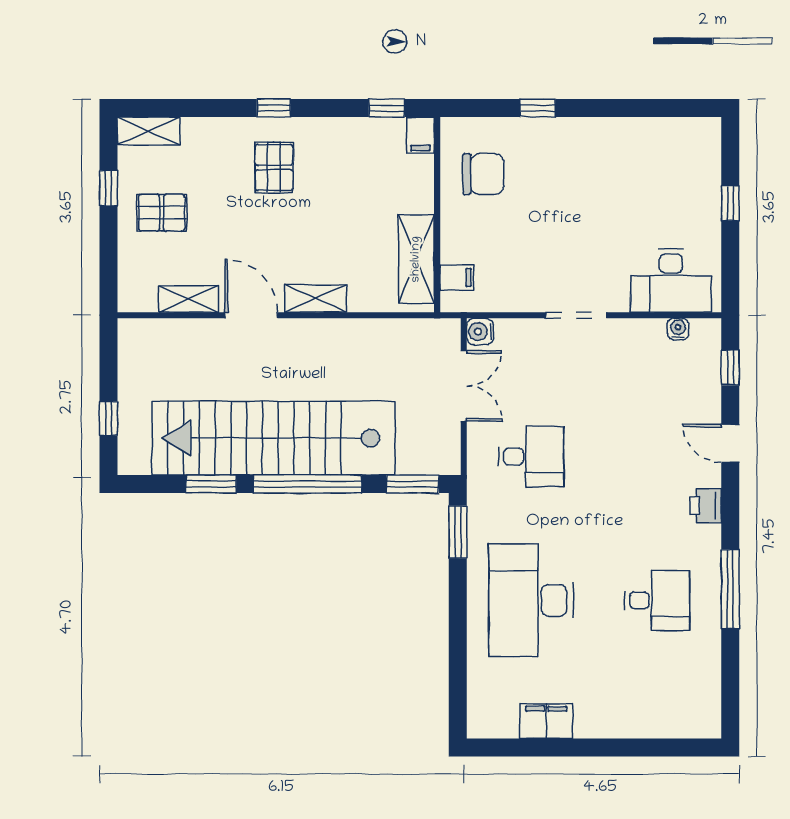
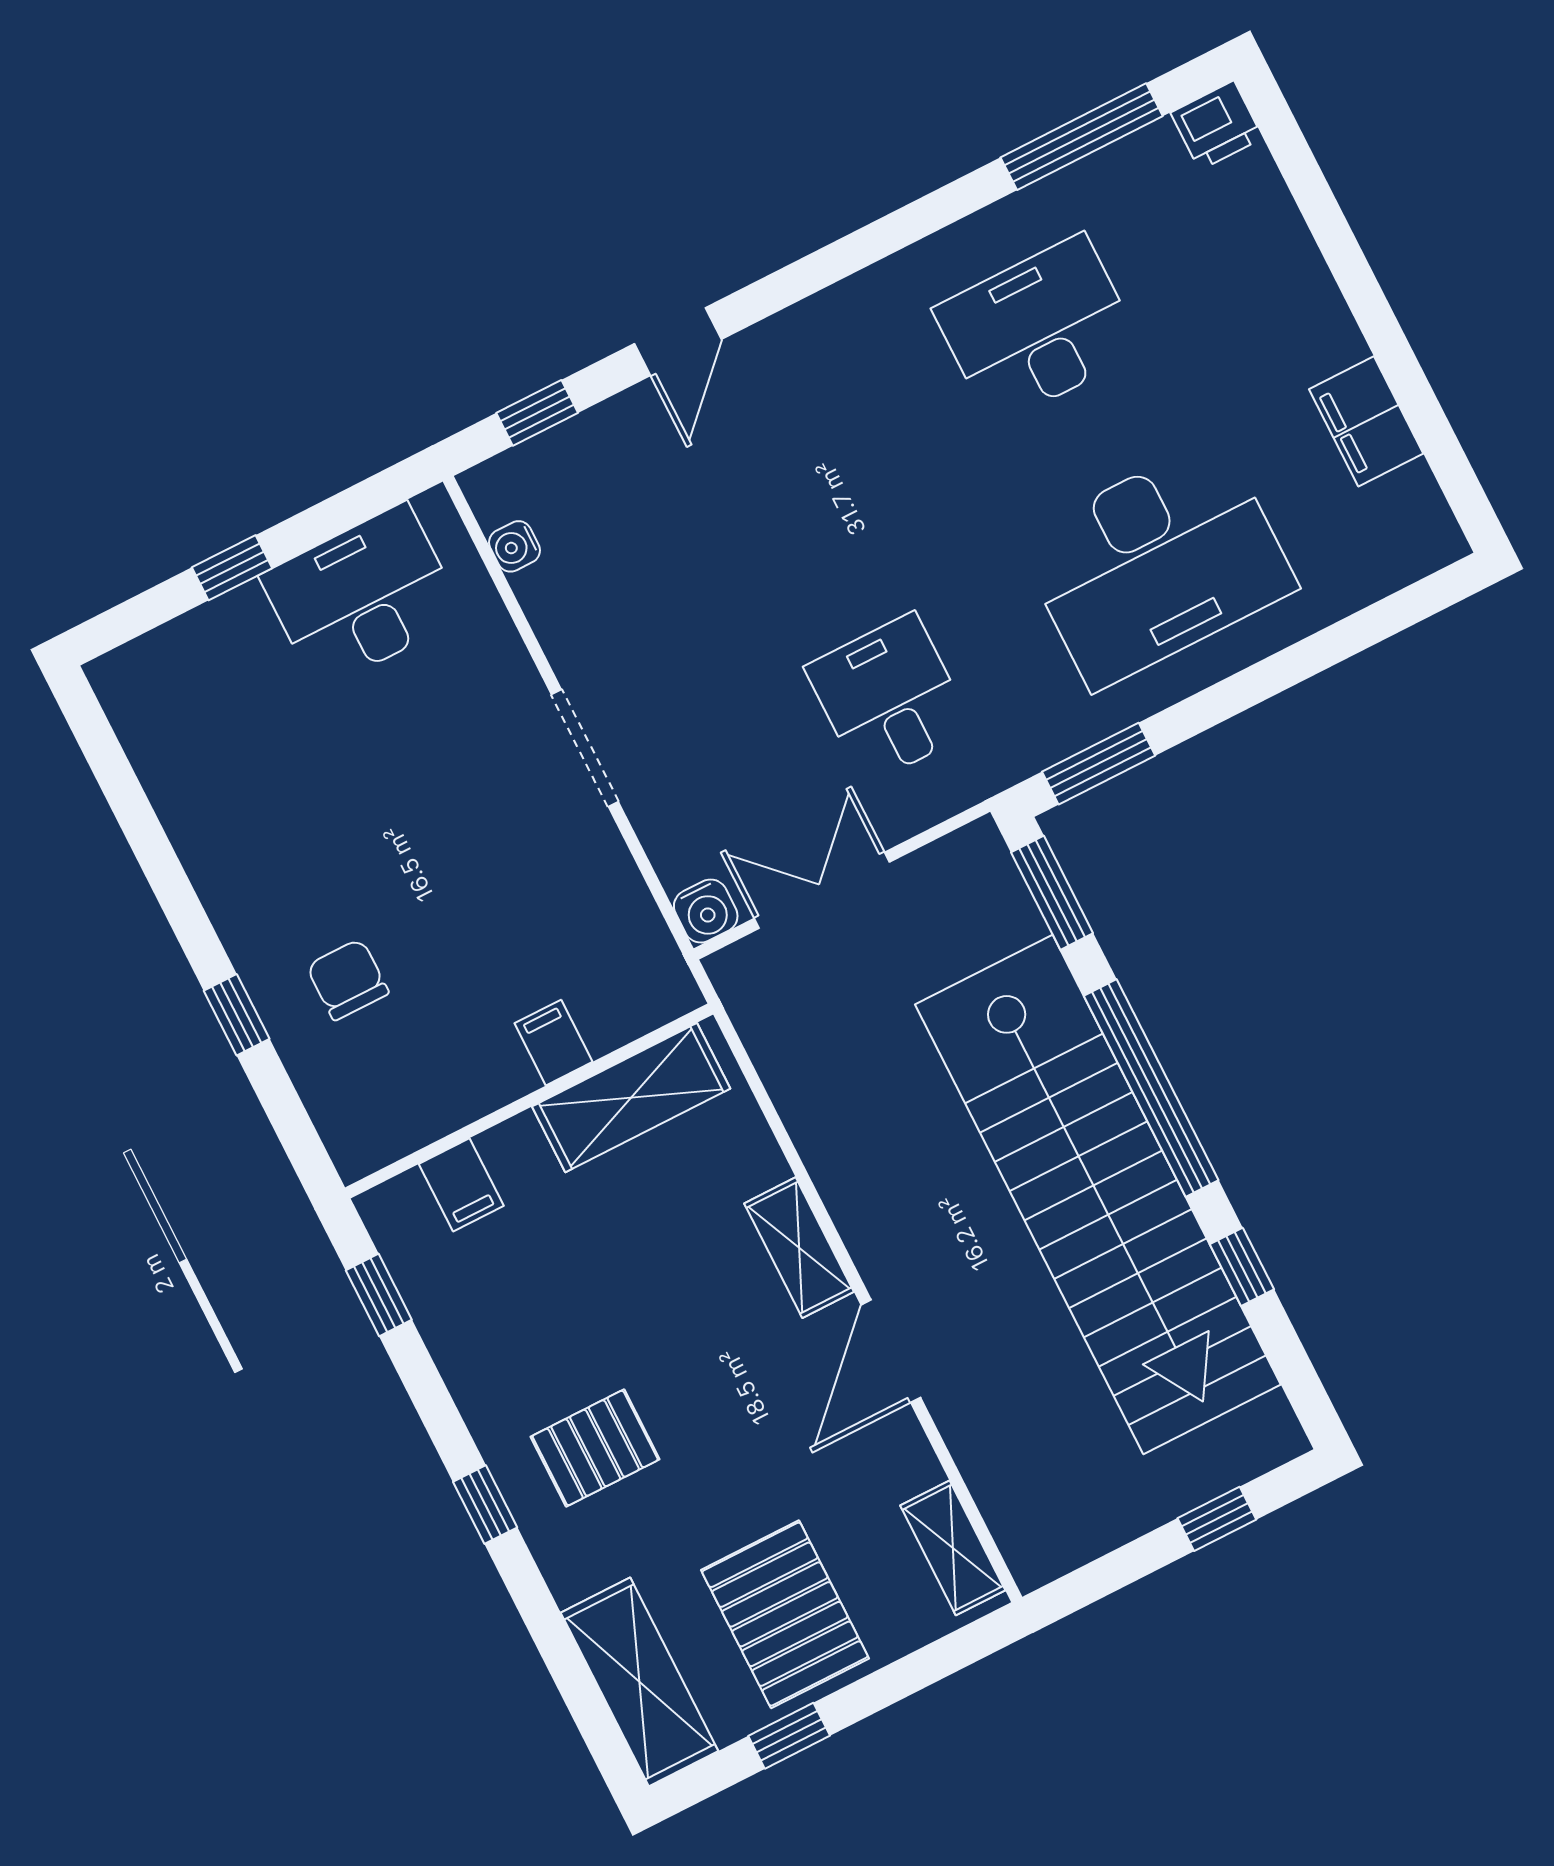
shelving: (149, 131) -> (639, 1682), width x1.50, depth x1.33
filing cabinet: (420, 135) -> (461, 1185), moved, turned 90
chair: (483, 174) -> (348, 980), moved, width x0.73, depth x0.73
pallet: (162, 213) -> (785, 1614), width x1.50, depth x1.42
filing cabinet: (457, 278) -> (553, 1043), moved
desk: (671, 281) -> (362, 596), moved, turned -90
shelving: (189, 299) -> (953, 1548), moved
window: (211, 484) -> (1242, 1267), width x0.67
printer: (706, 505) -> (1217, 125), moved
window: (730, 589) -> (1082, 137), moved
desk: (657, 600) -> (1038, 330), width x1.37

